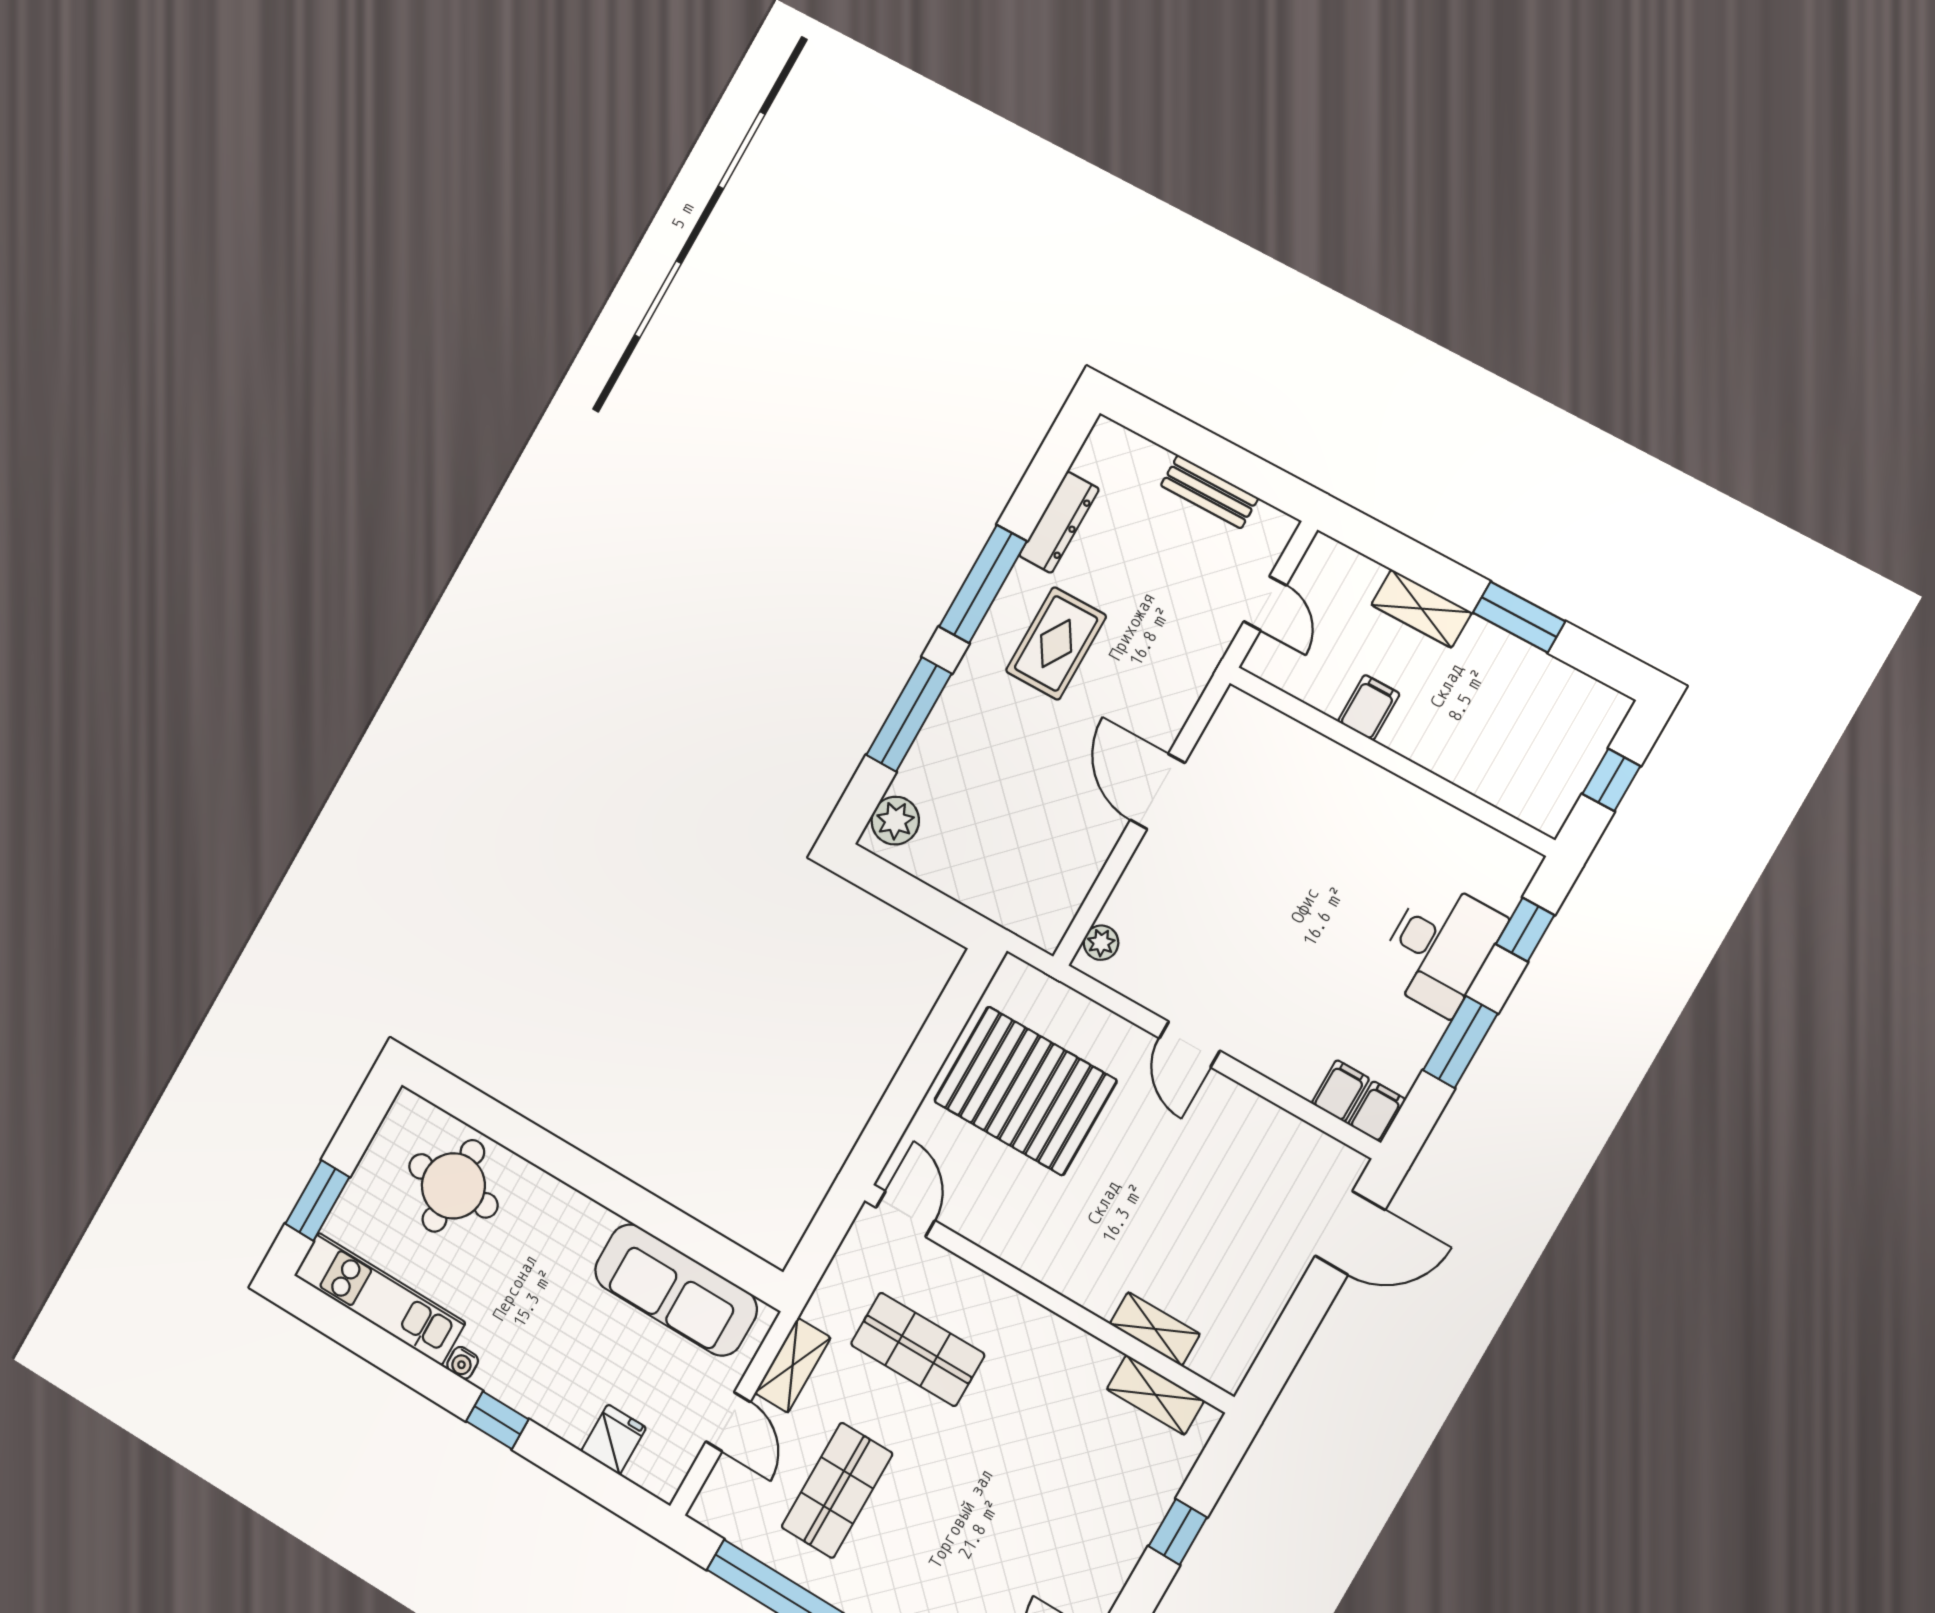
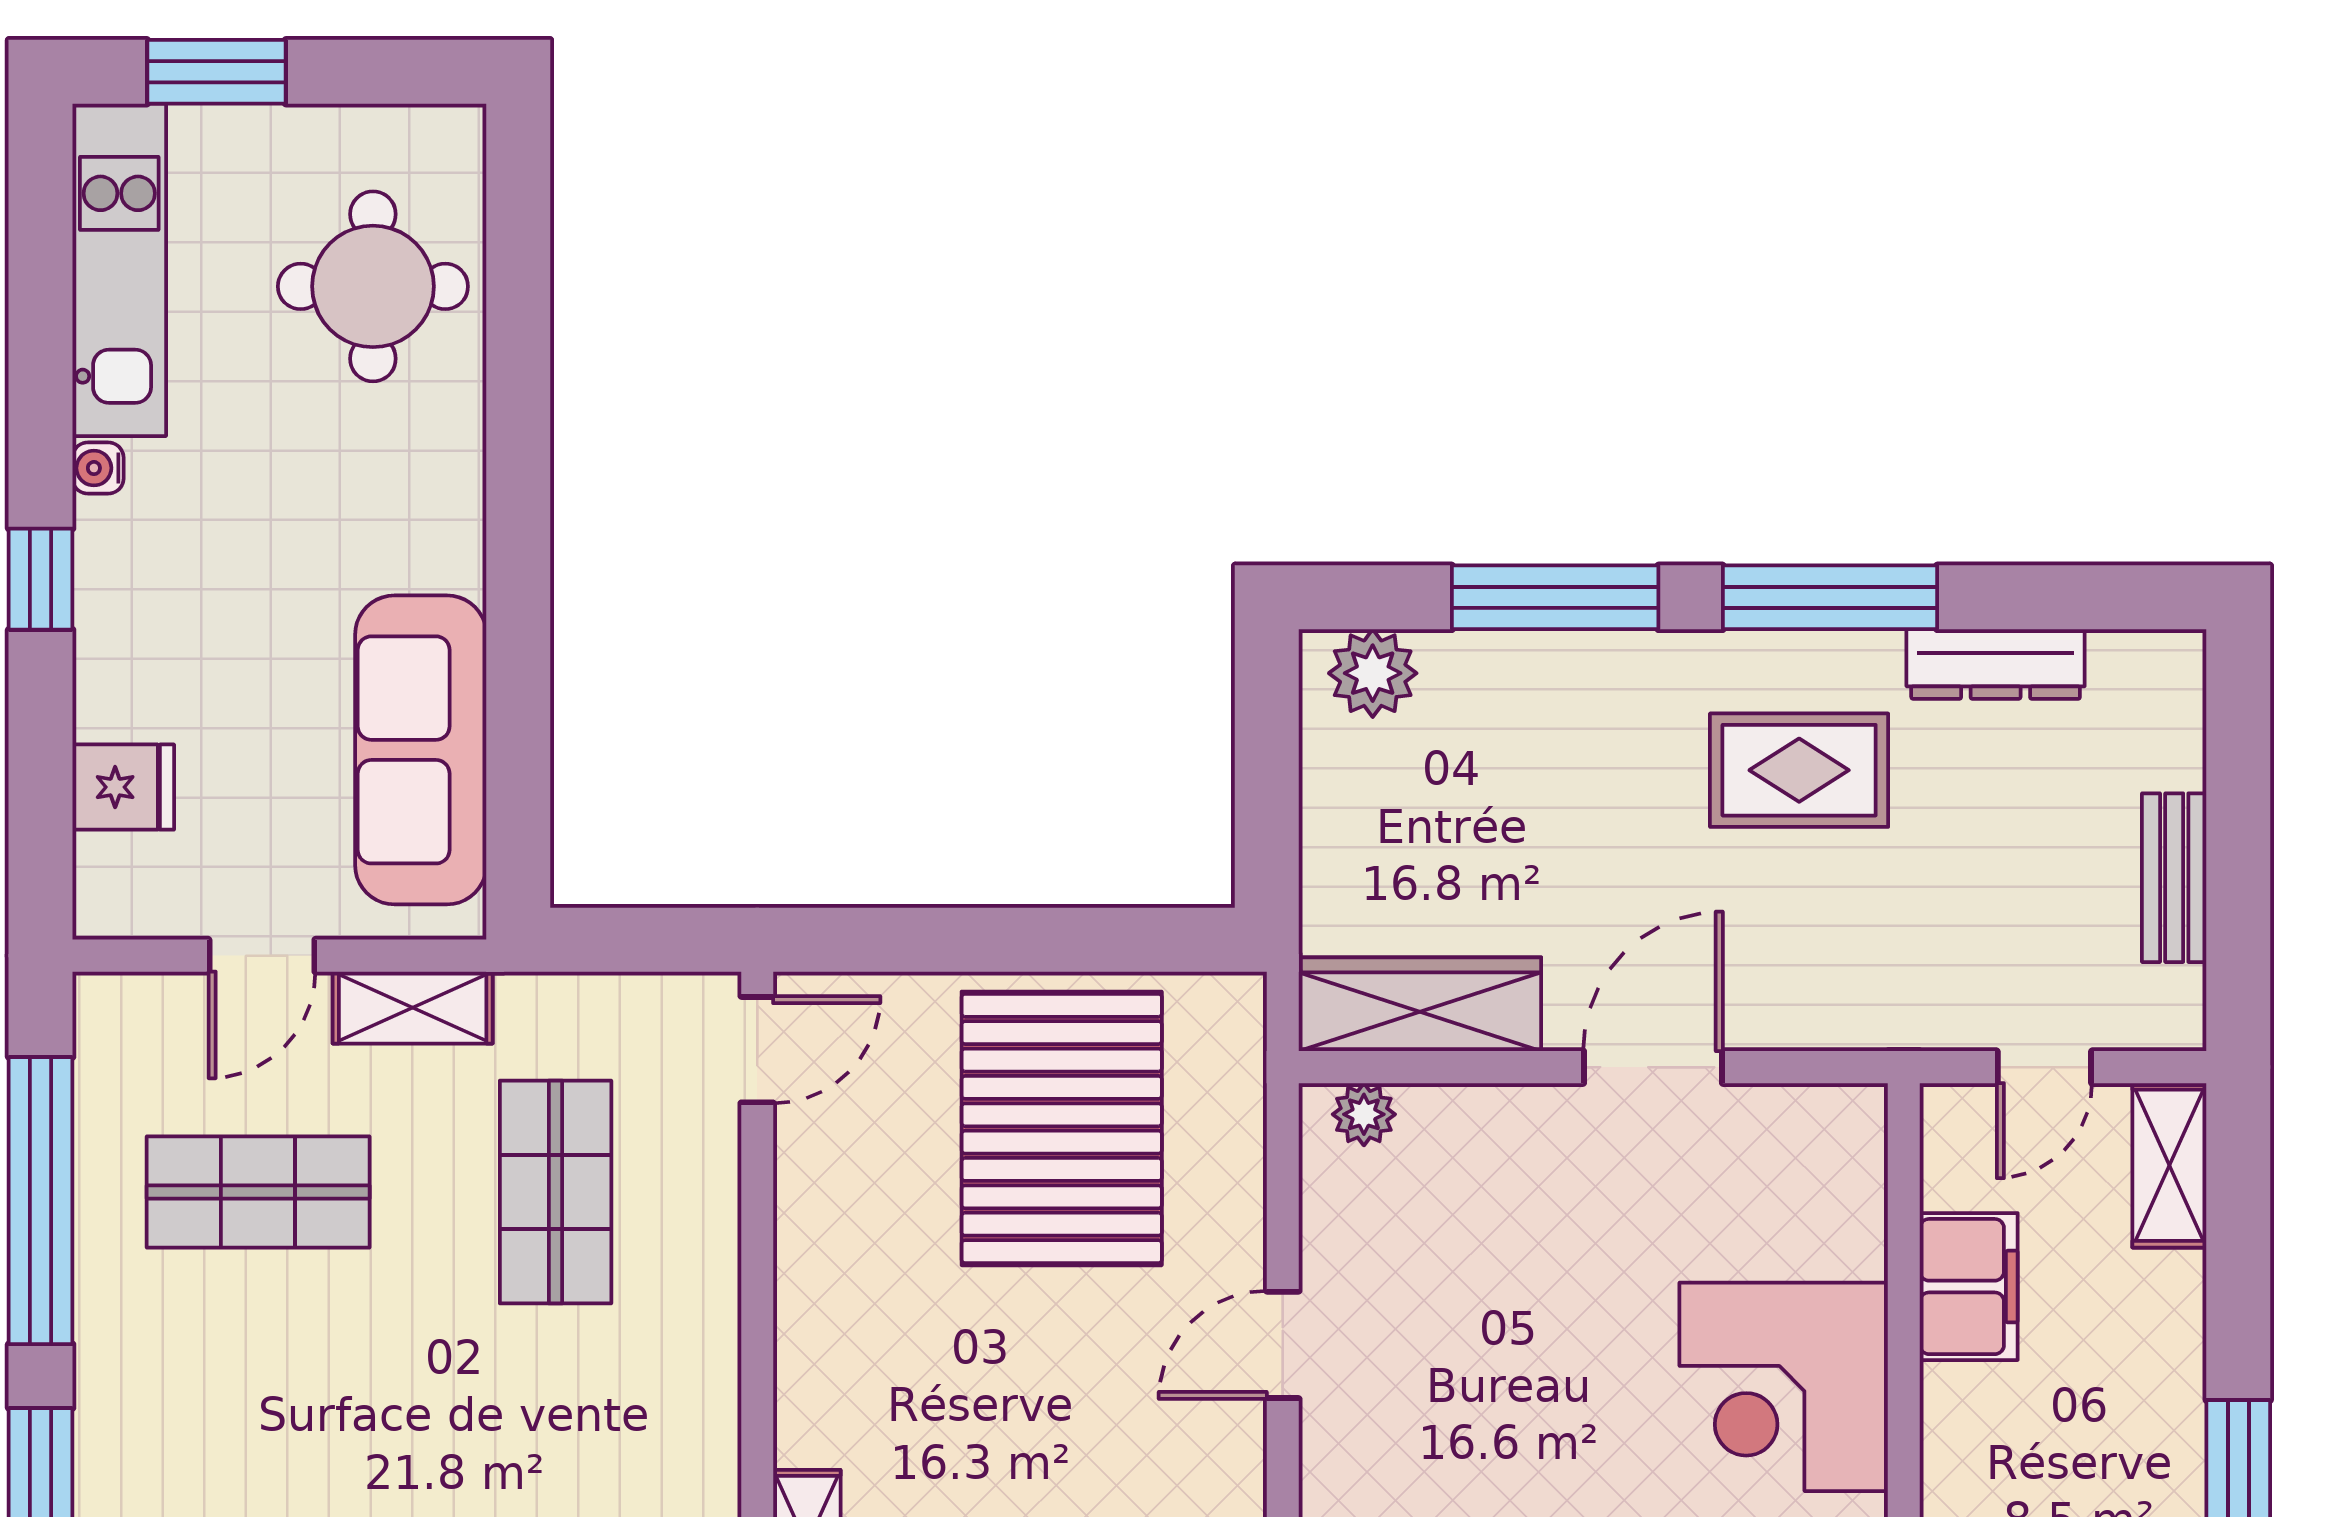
shelving: (1421, 609) -> (2169, 1165), moved
filing cabinet: (1369, 708) -> (1969, 1287), width x2.00
corner desk: (1349, 814) -> (1784, 1387), added
wardrobe: (1064, 886) -> (1420, 1004), added

